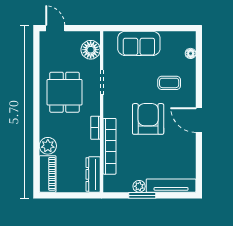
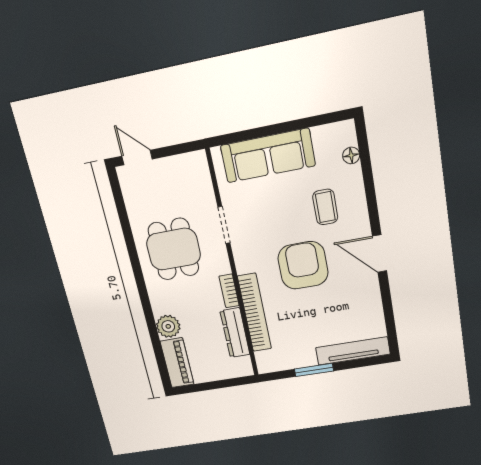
sofa: (139, 43) -> (268, 156), width x1.36
floor lamp: (91, 50) -> (197, 180), removed
coffee table: (169, 83) -> (325, 207), turned 90
dresser: (93, 174) -> (235, 333), moved
plant: (139, 186) -> (307, 359), removed

